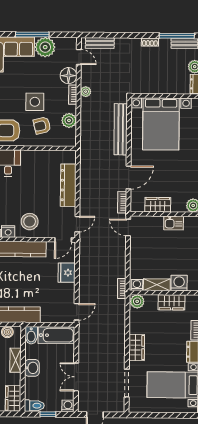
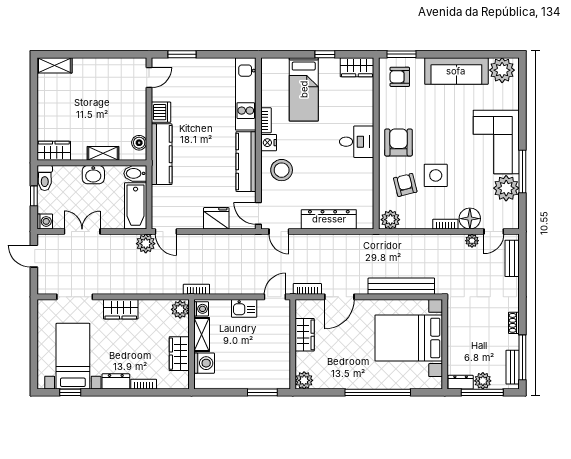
plant: (86, 92) -> (472, 241), moved
plant: (69, 120) -> (390, 220), moved
door: (129, 177) -> (339, 297), hinge flipped
kitchen sink: (174, 223) -> (244, 308), moved, turned -90
plant: (86, 328) -> (146, 244), added

